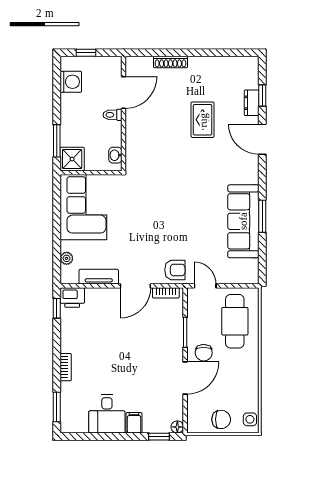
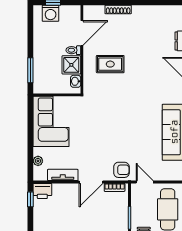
washing machine: (71, 82) -> (51, 13), moved, turned 90
rug: (203, 120) -> (110, 64), moved, turned 90
shower: (72, 159) -> (71, 65), moved

